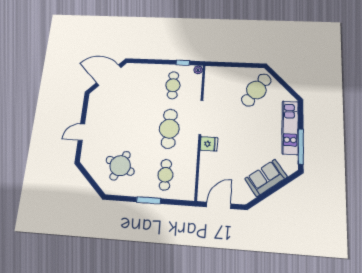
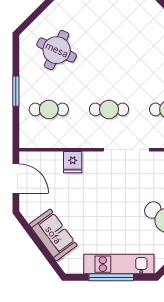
cafe table: (169, 129) -> (109, 109), width x0.73, depth x0.74
fridge: (209, 144) -> (73, 162), moved
window: (301, 146) -> (111, 277), moved

